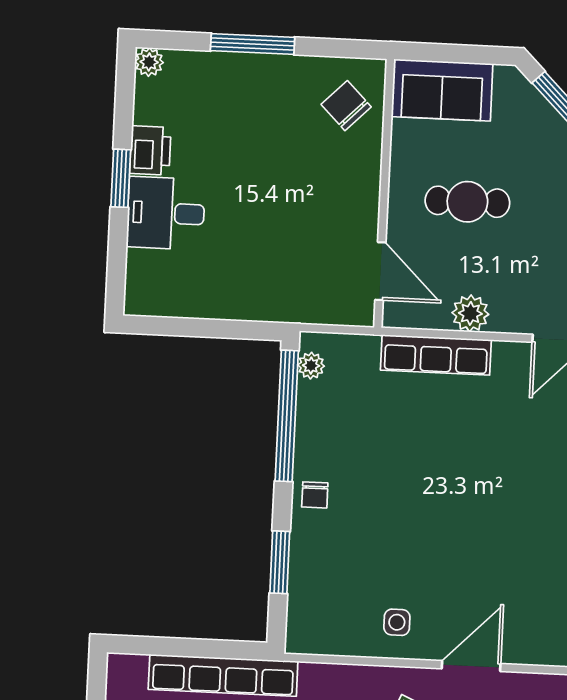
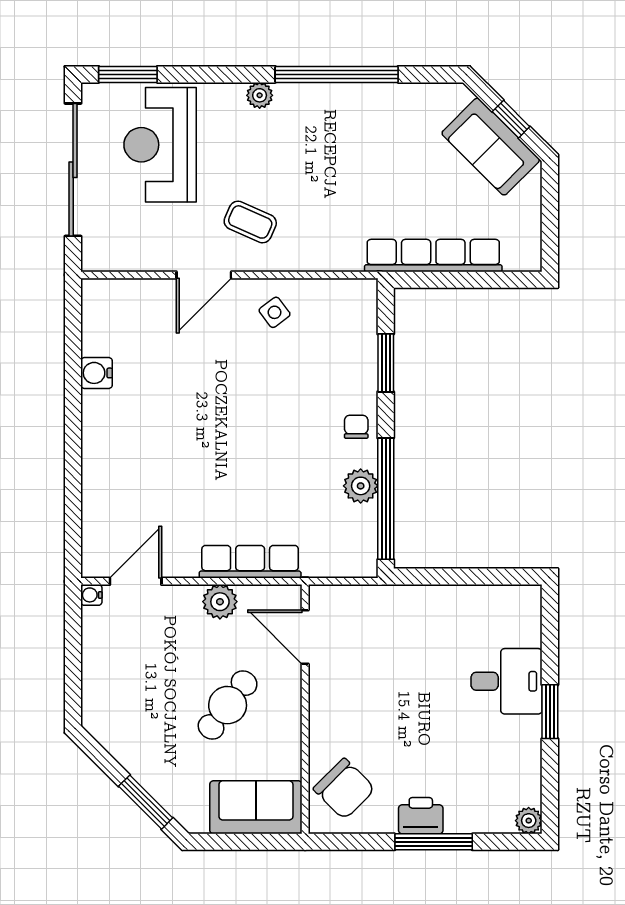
chair: (346, 106) -> (344, 789), width x1.37, depth x1.37
printer: (150, 150) -> (421, 816), moved, turned 90
cafe table: (467, 202) -> (228, 705), turned -53
plant: (311, 366) -> (361, 486), moved, width x1.38, depth x1.38
side table: (397, 622) -> (275, 312), turned -37

